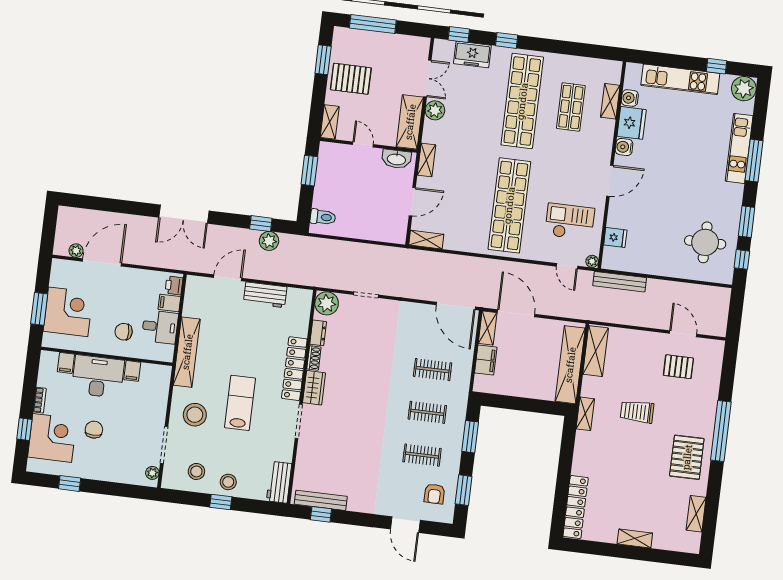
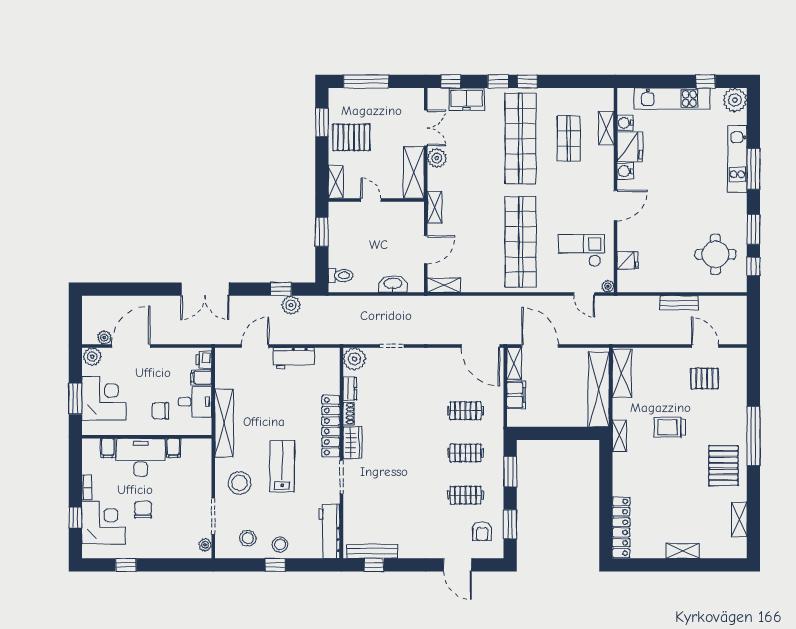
window: (536, 44) -> (527, 81), added
washbasin: (396, 159) -> (393, 284), moved, turned 180
plant: (61, 268) -> (92, 357), added
bench: (620, 282) -> (679, 303), moved, width x0.73
workbench: (279, 482) -> (330, 531), width x1.38

